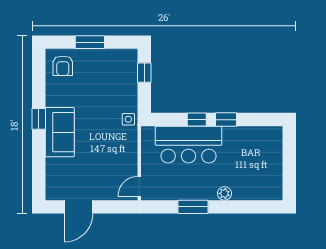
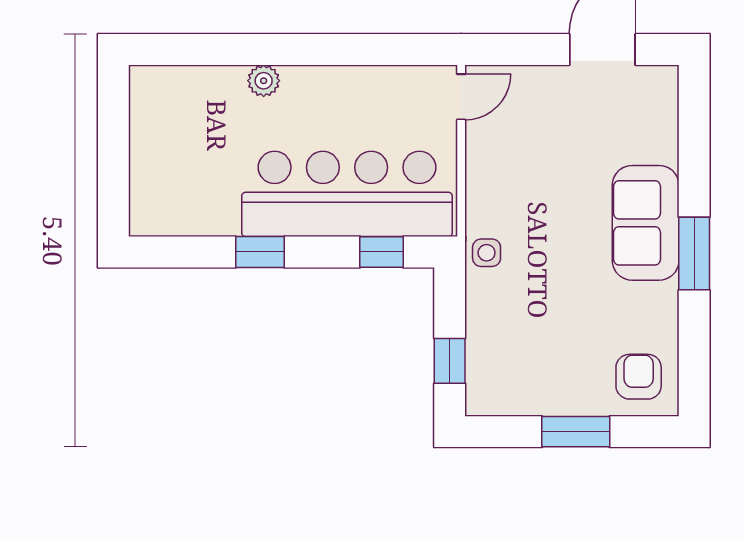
window: (39, 119) -> (694, 253), width x1.50
window: (197, 120) -> (381, 252), moved
bar counter: (189, 145) -> (347, 194), width x1.36
window: (193, 207) -> (336, 49), removed

